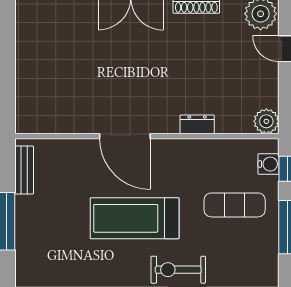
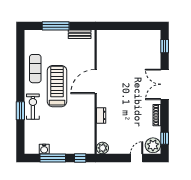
water cooler: (269, 164) -> (44, 149), moved
exercise mat: (235, 205) -> (35, 69), moved

